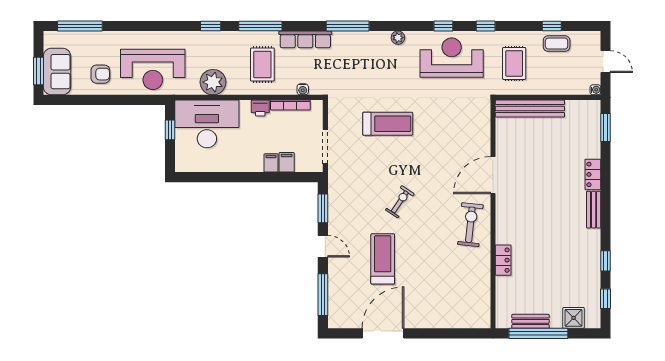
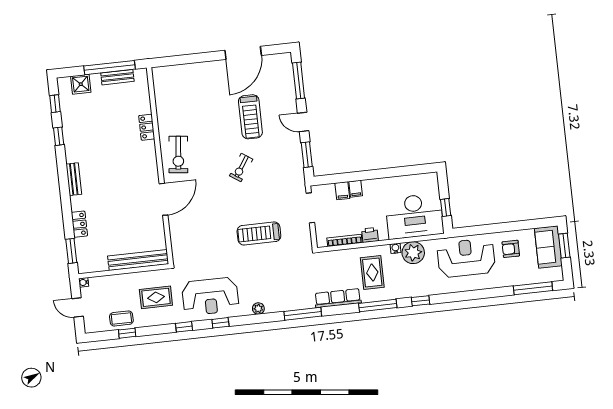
rug: (514, 63) -> (156, 297), turned 90
water cooler: (303, 89) -> (395, 248), moved
locker: (593, 174) -> (79, 224), moved

